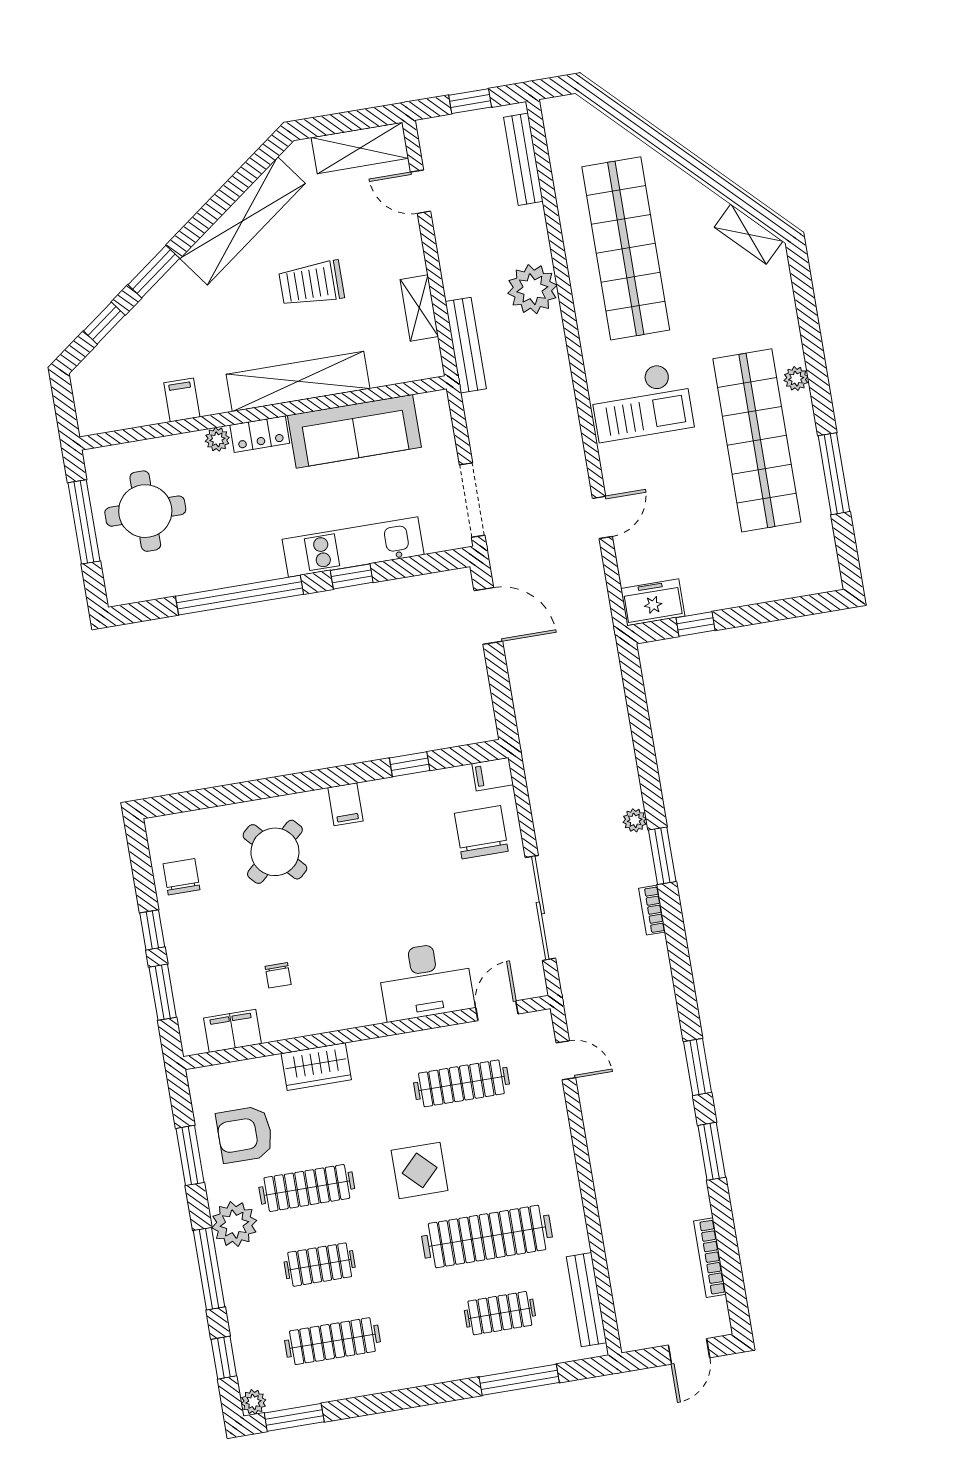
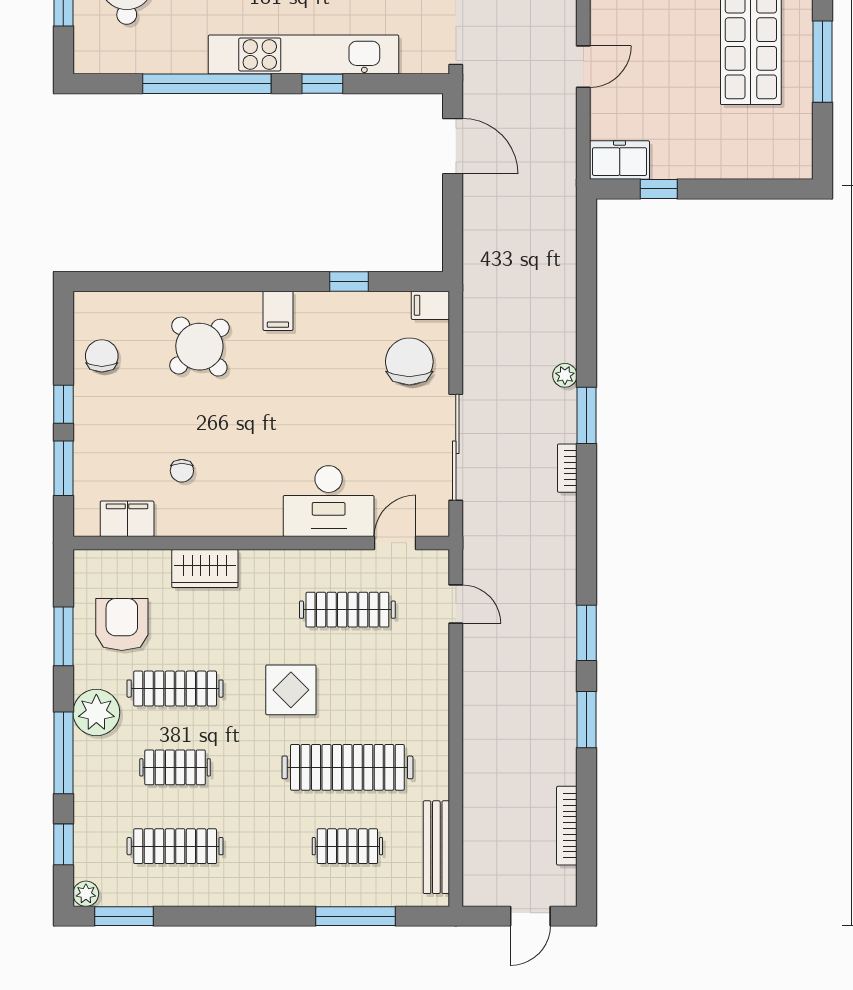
kitchen unit: (353, 547) -> (303, 54), width x1.36
armchair: (245, 1134) -> (122, 624), turned 90

